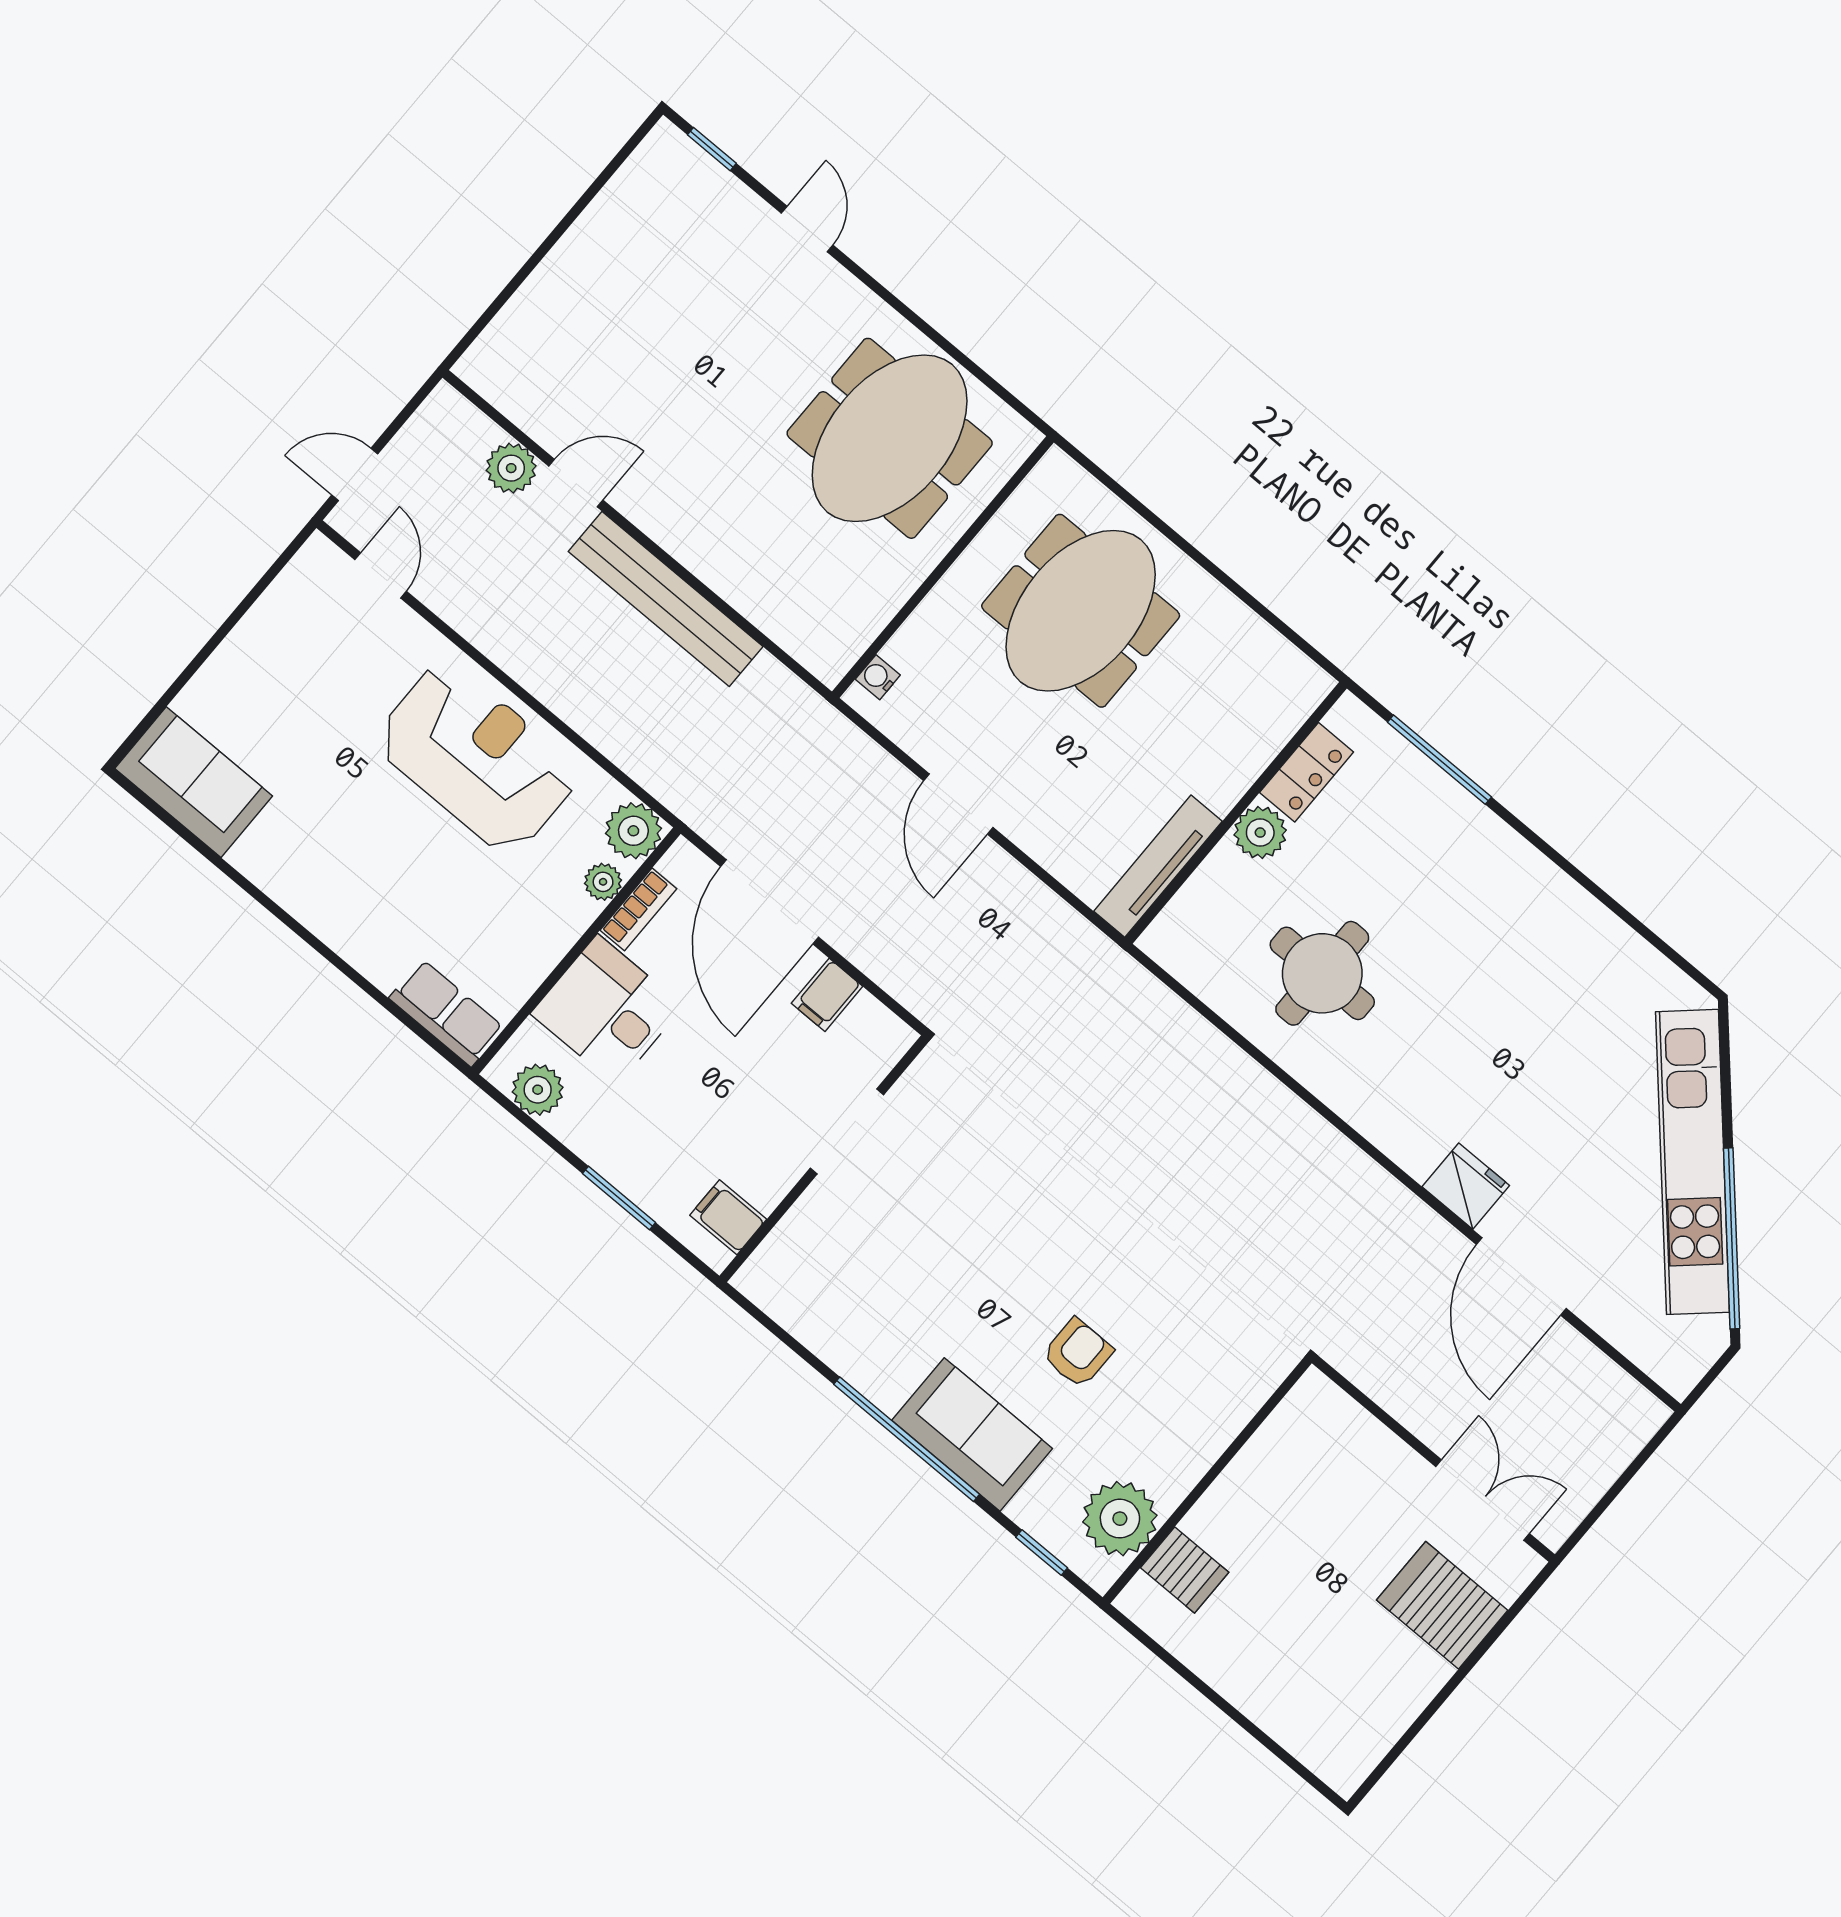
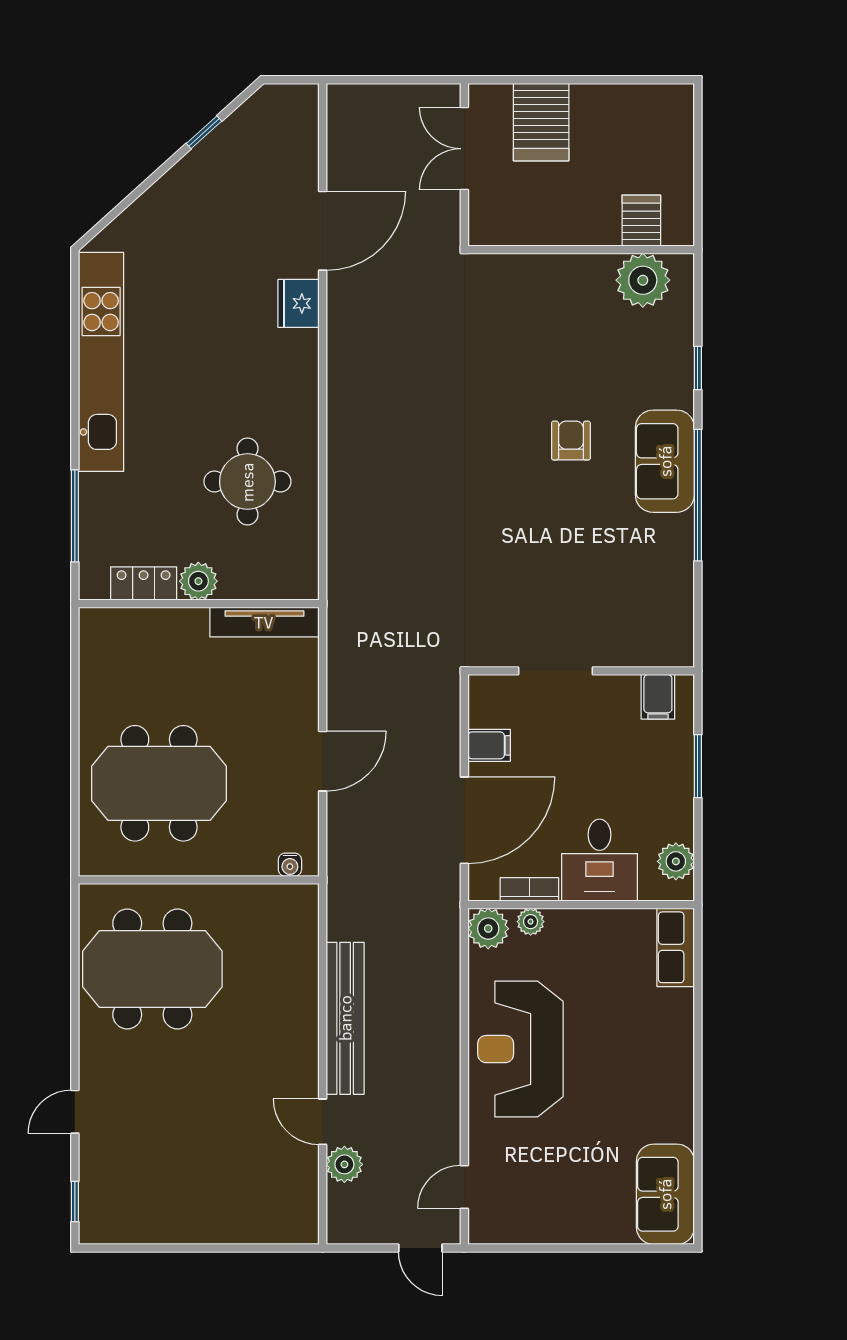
kitchen unit: (1693, 1162) -> (101, 362), moved, turned -48
window: (1732, 1238) -> (204, 132), width x0.32
armchair: (1078, 1353) -> (571, 441), turned 90
wall: (1207, 1480) -> (581, 250), moved
plant: (1120, 1519) -> (643, 280), moved
server rack: (1185, 1570) -> (641, 221), moved

